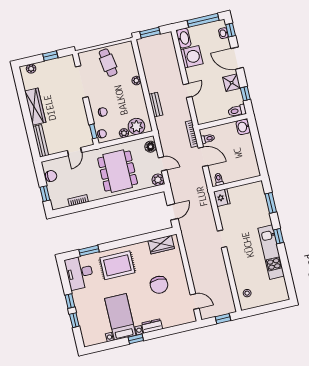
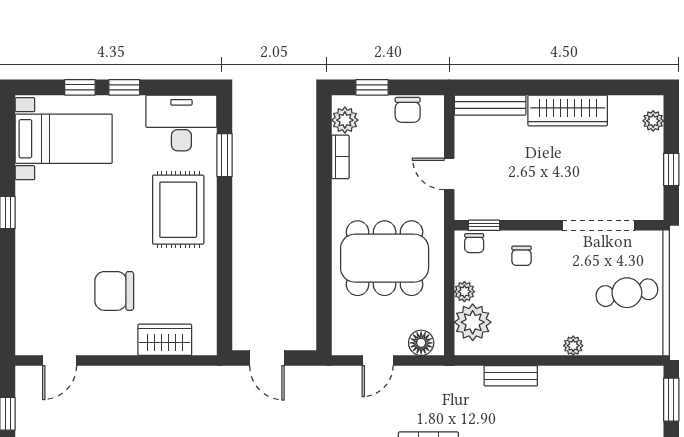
plant: (158, 180) -> (345, 120), moved
wardrobe: (161, 245) -> (165, 340), moved, turned 90
bed with nightstands: (120, 317) -> (64, 139), moved
dresser: (152, 326) -> (27, 255), removed

